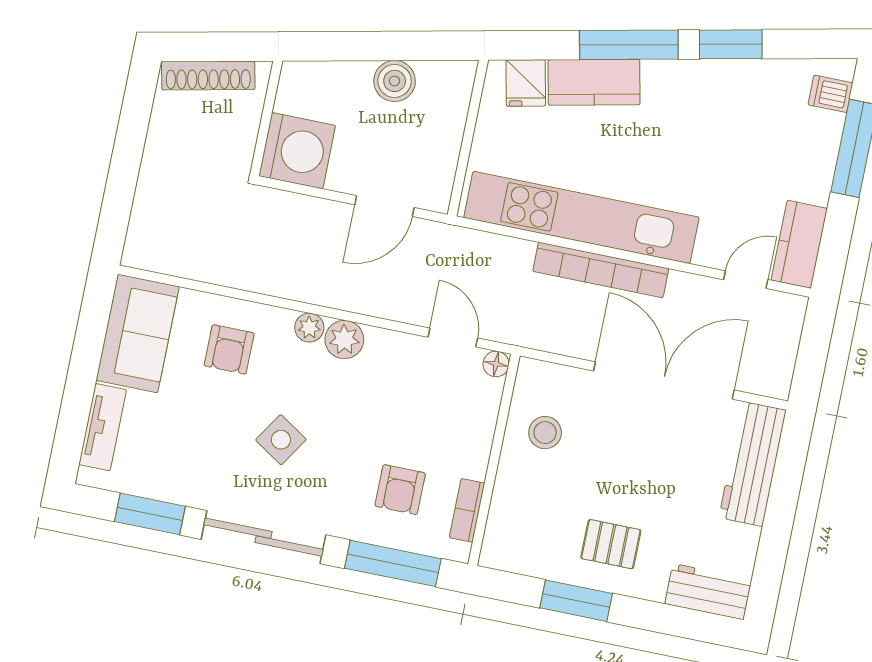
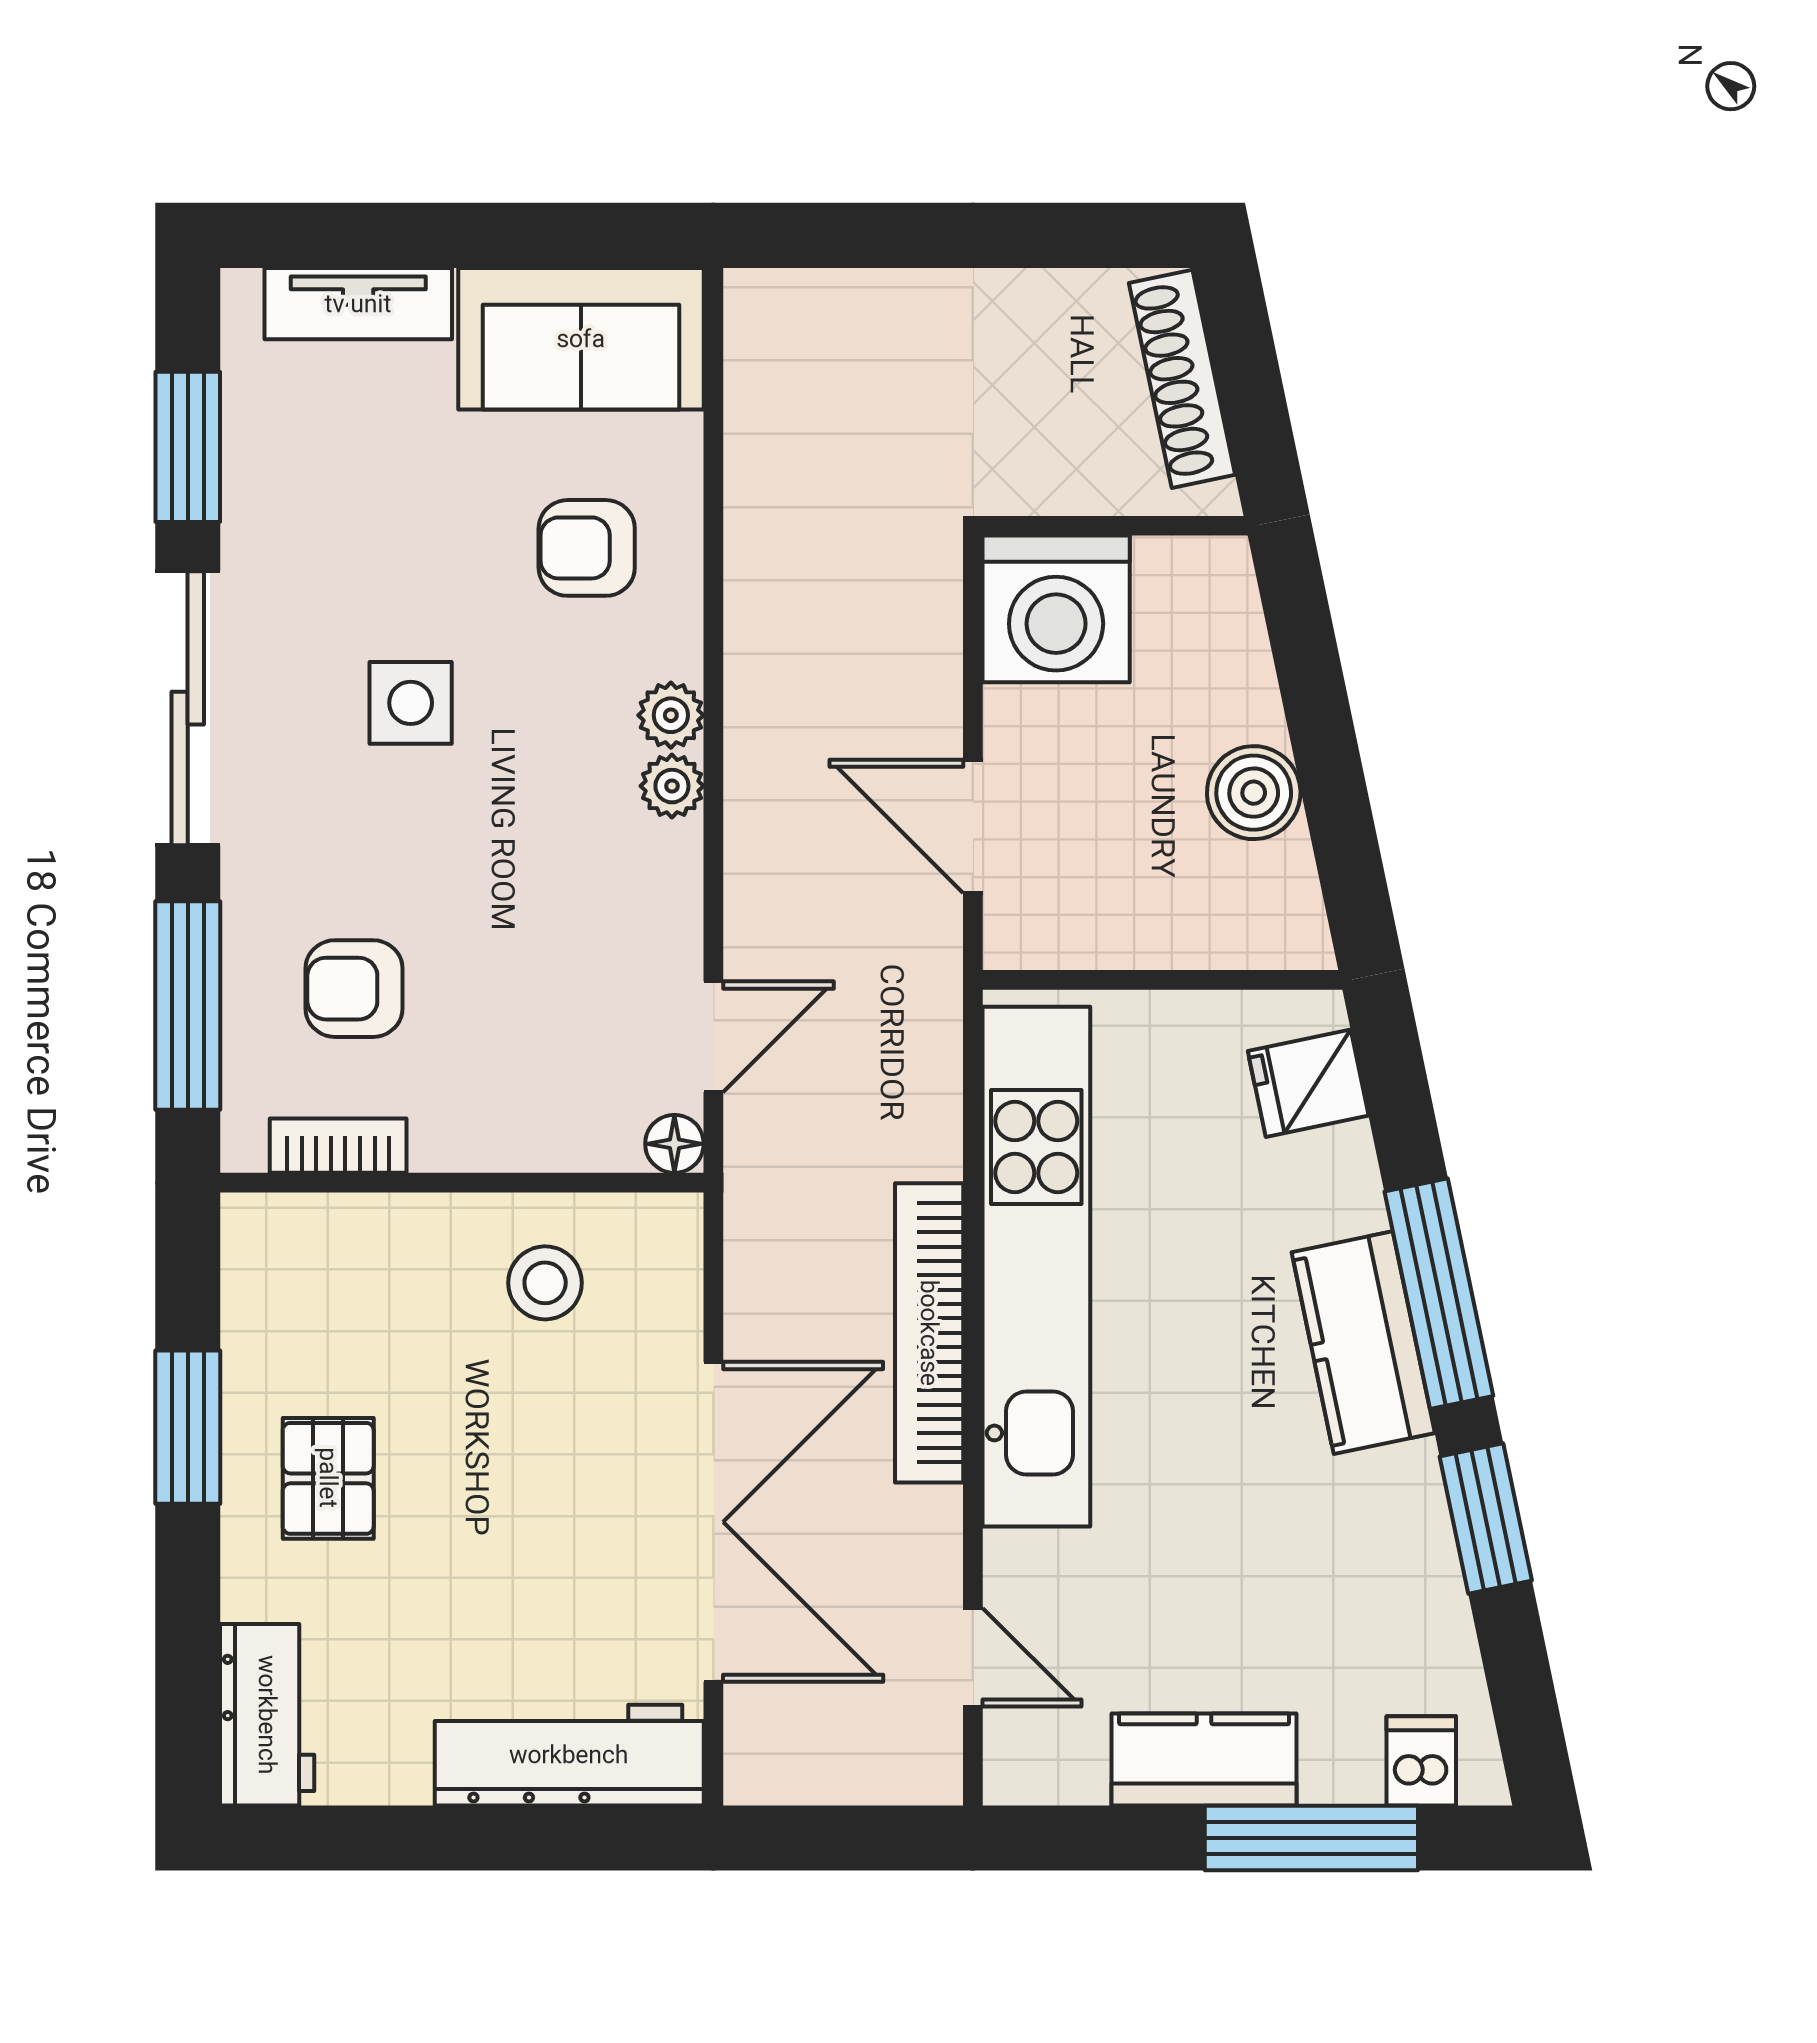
kitchen counter: (594, 82) -> (1363, 1343), moved
kitchen counter: (799, 244) -> (1204, 1759), moved
plant: (344, 340) -> (672, 786), width x0.73, depth x0.73
side table: (281, 440) -> (411, 703), turned -33

